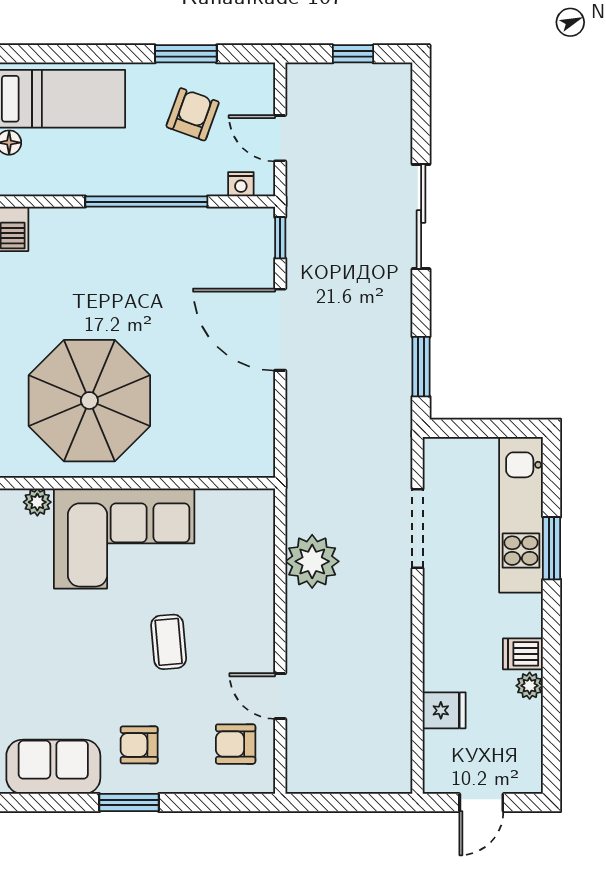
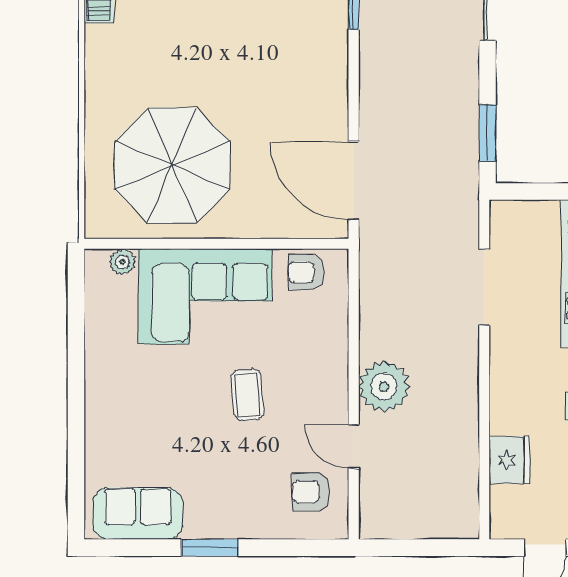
door: (280, 330) -> (354, 181), moved
plant: (312, 561) -> (384, 387), moved
fridge: (444, 710) -> (510, 460), width x1.38
armchair: (139, 745) -> (306, 272), moved

